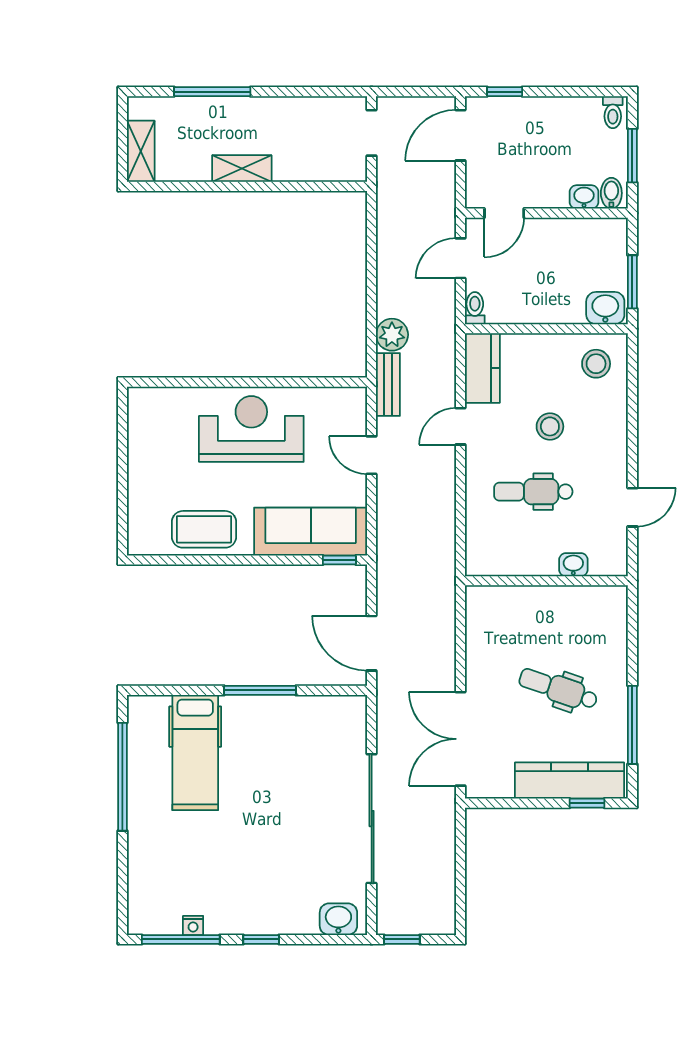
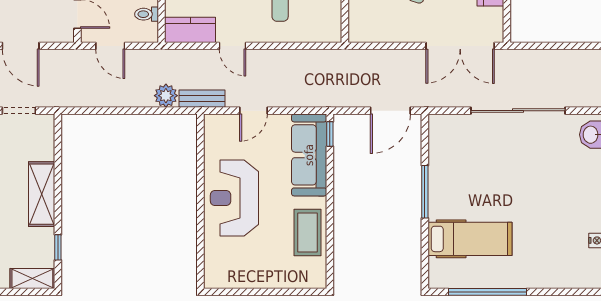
shelving: (242, 169) -> (42, 194), width x1.50, depth x1.33
window: (184, 186) -> (58, 247), added
toilet: (475, 308) -> (147, 14), moved

